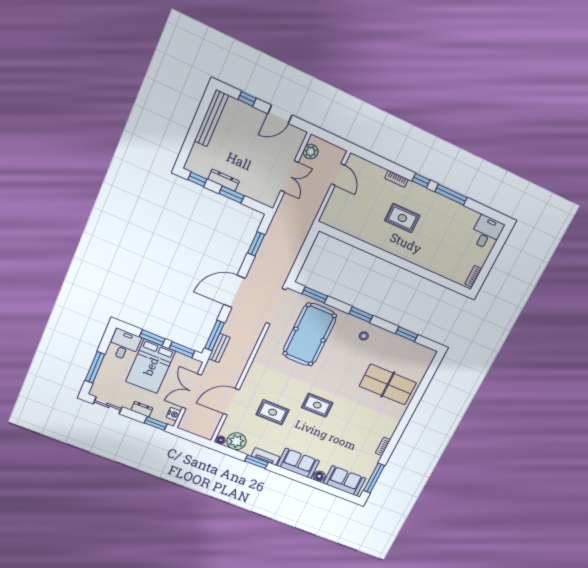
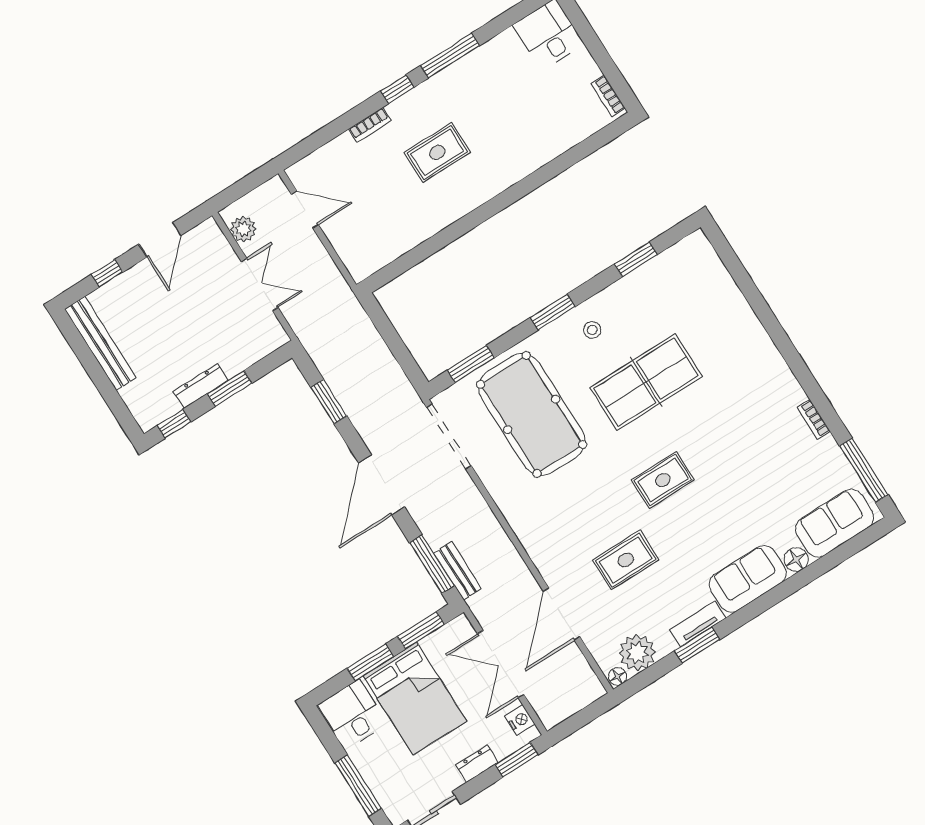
table tennis table: (388, 384) -> (646, 382), moved

